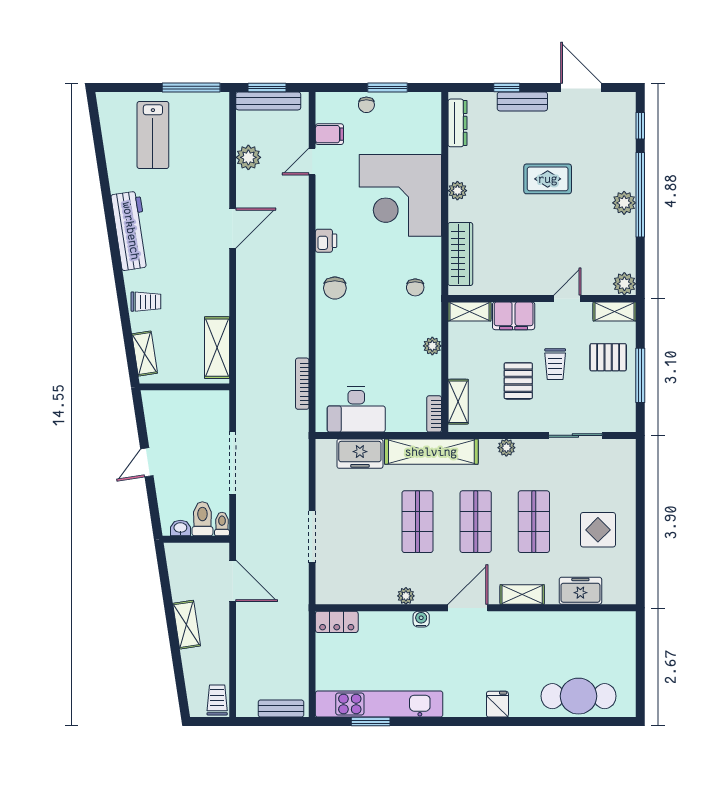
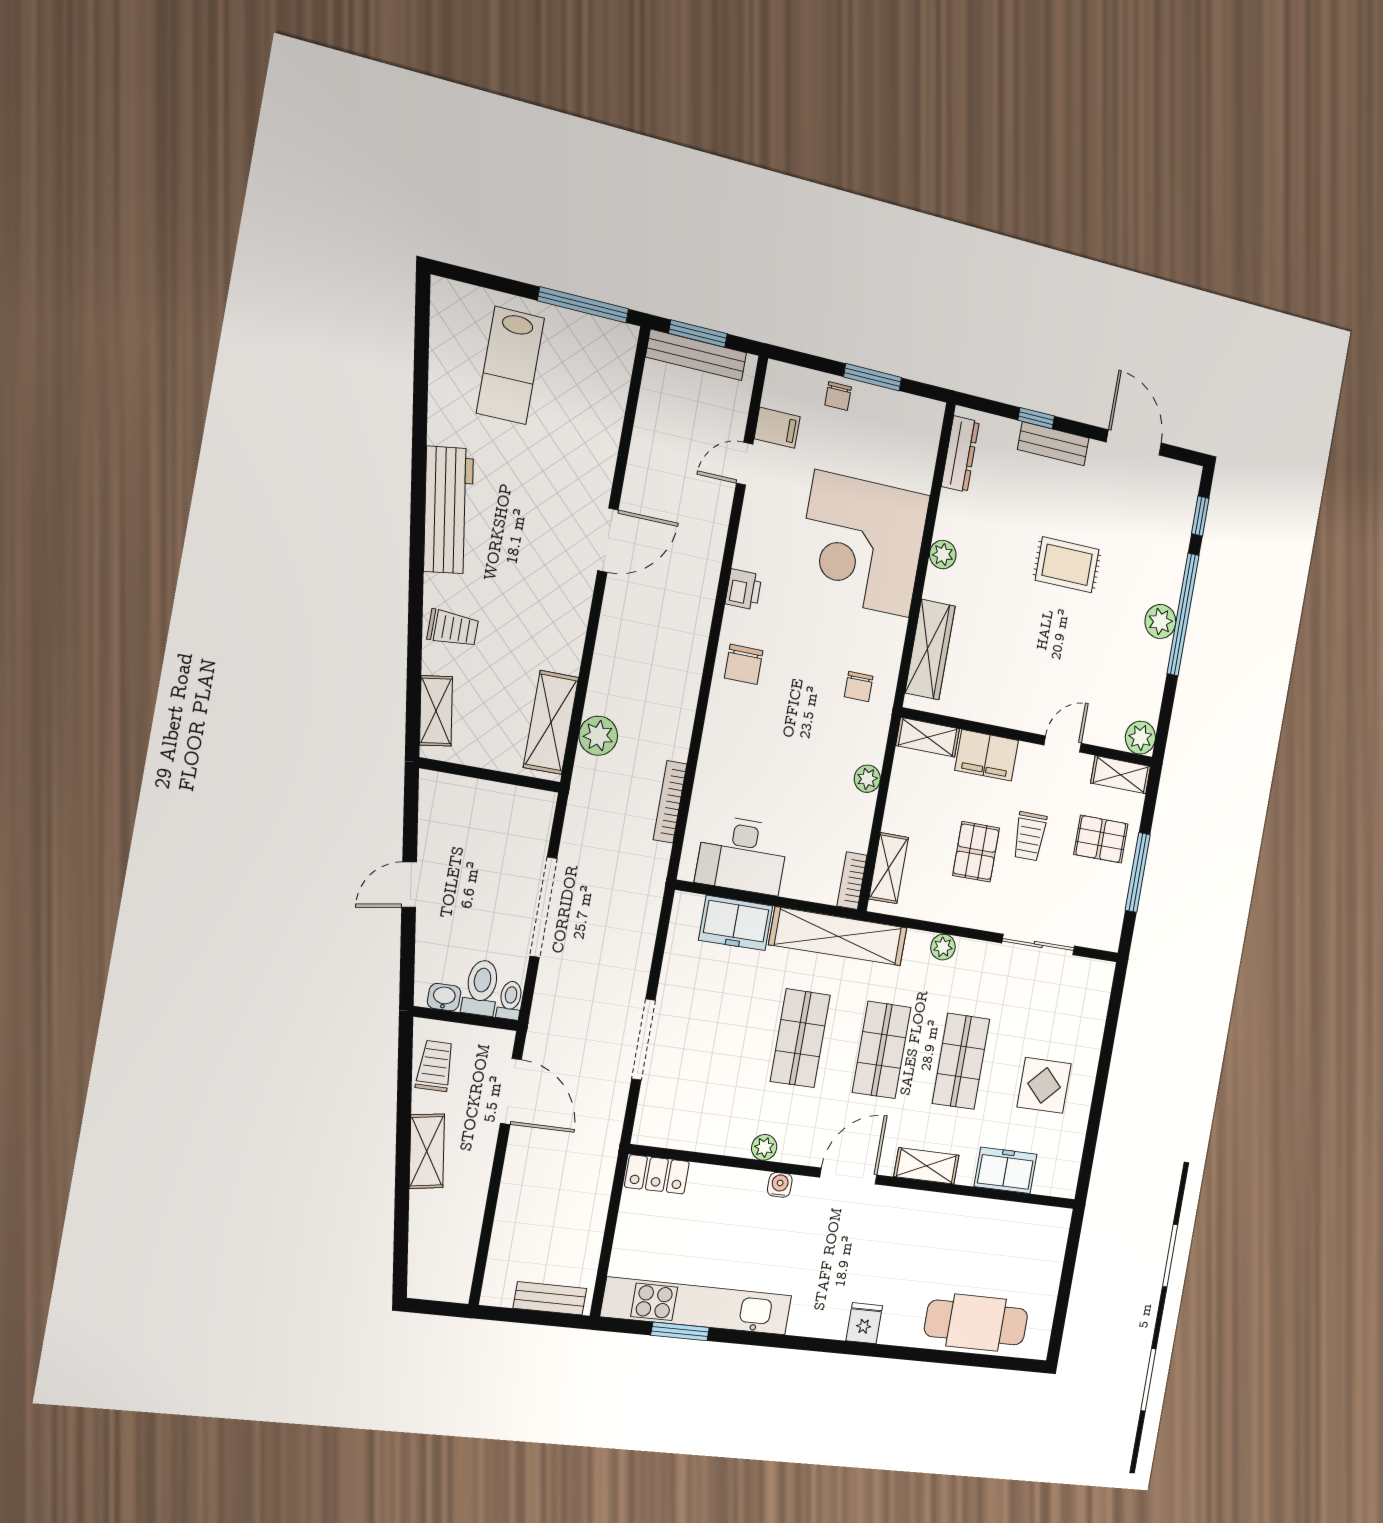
plant: (248, 157) -> (598, 736), moved
trolley: (217, 700) -> (435, 1066), moved

